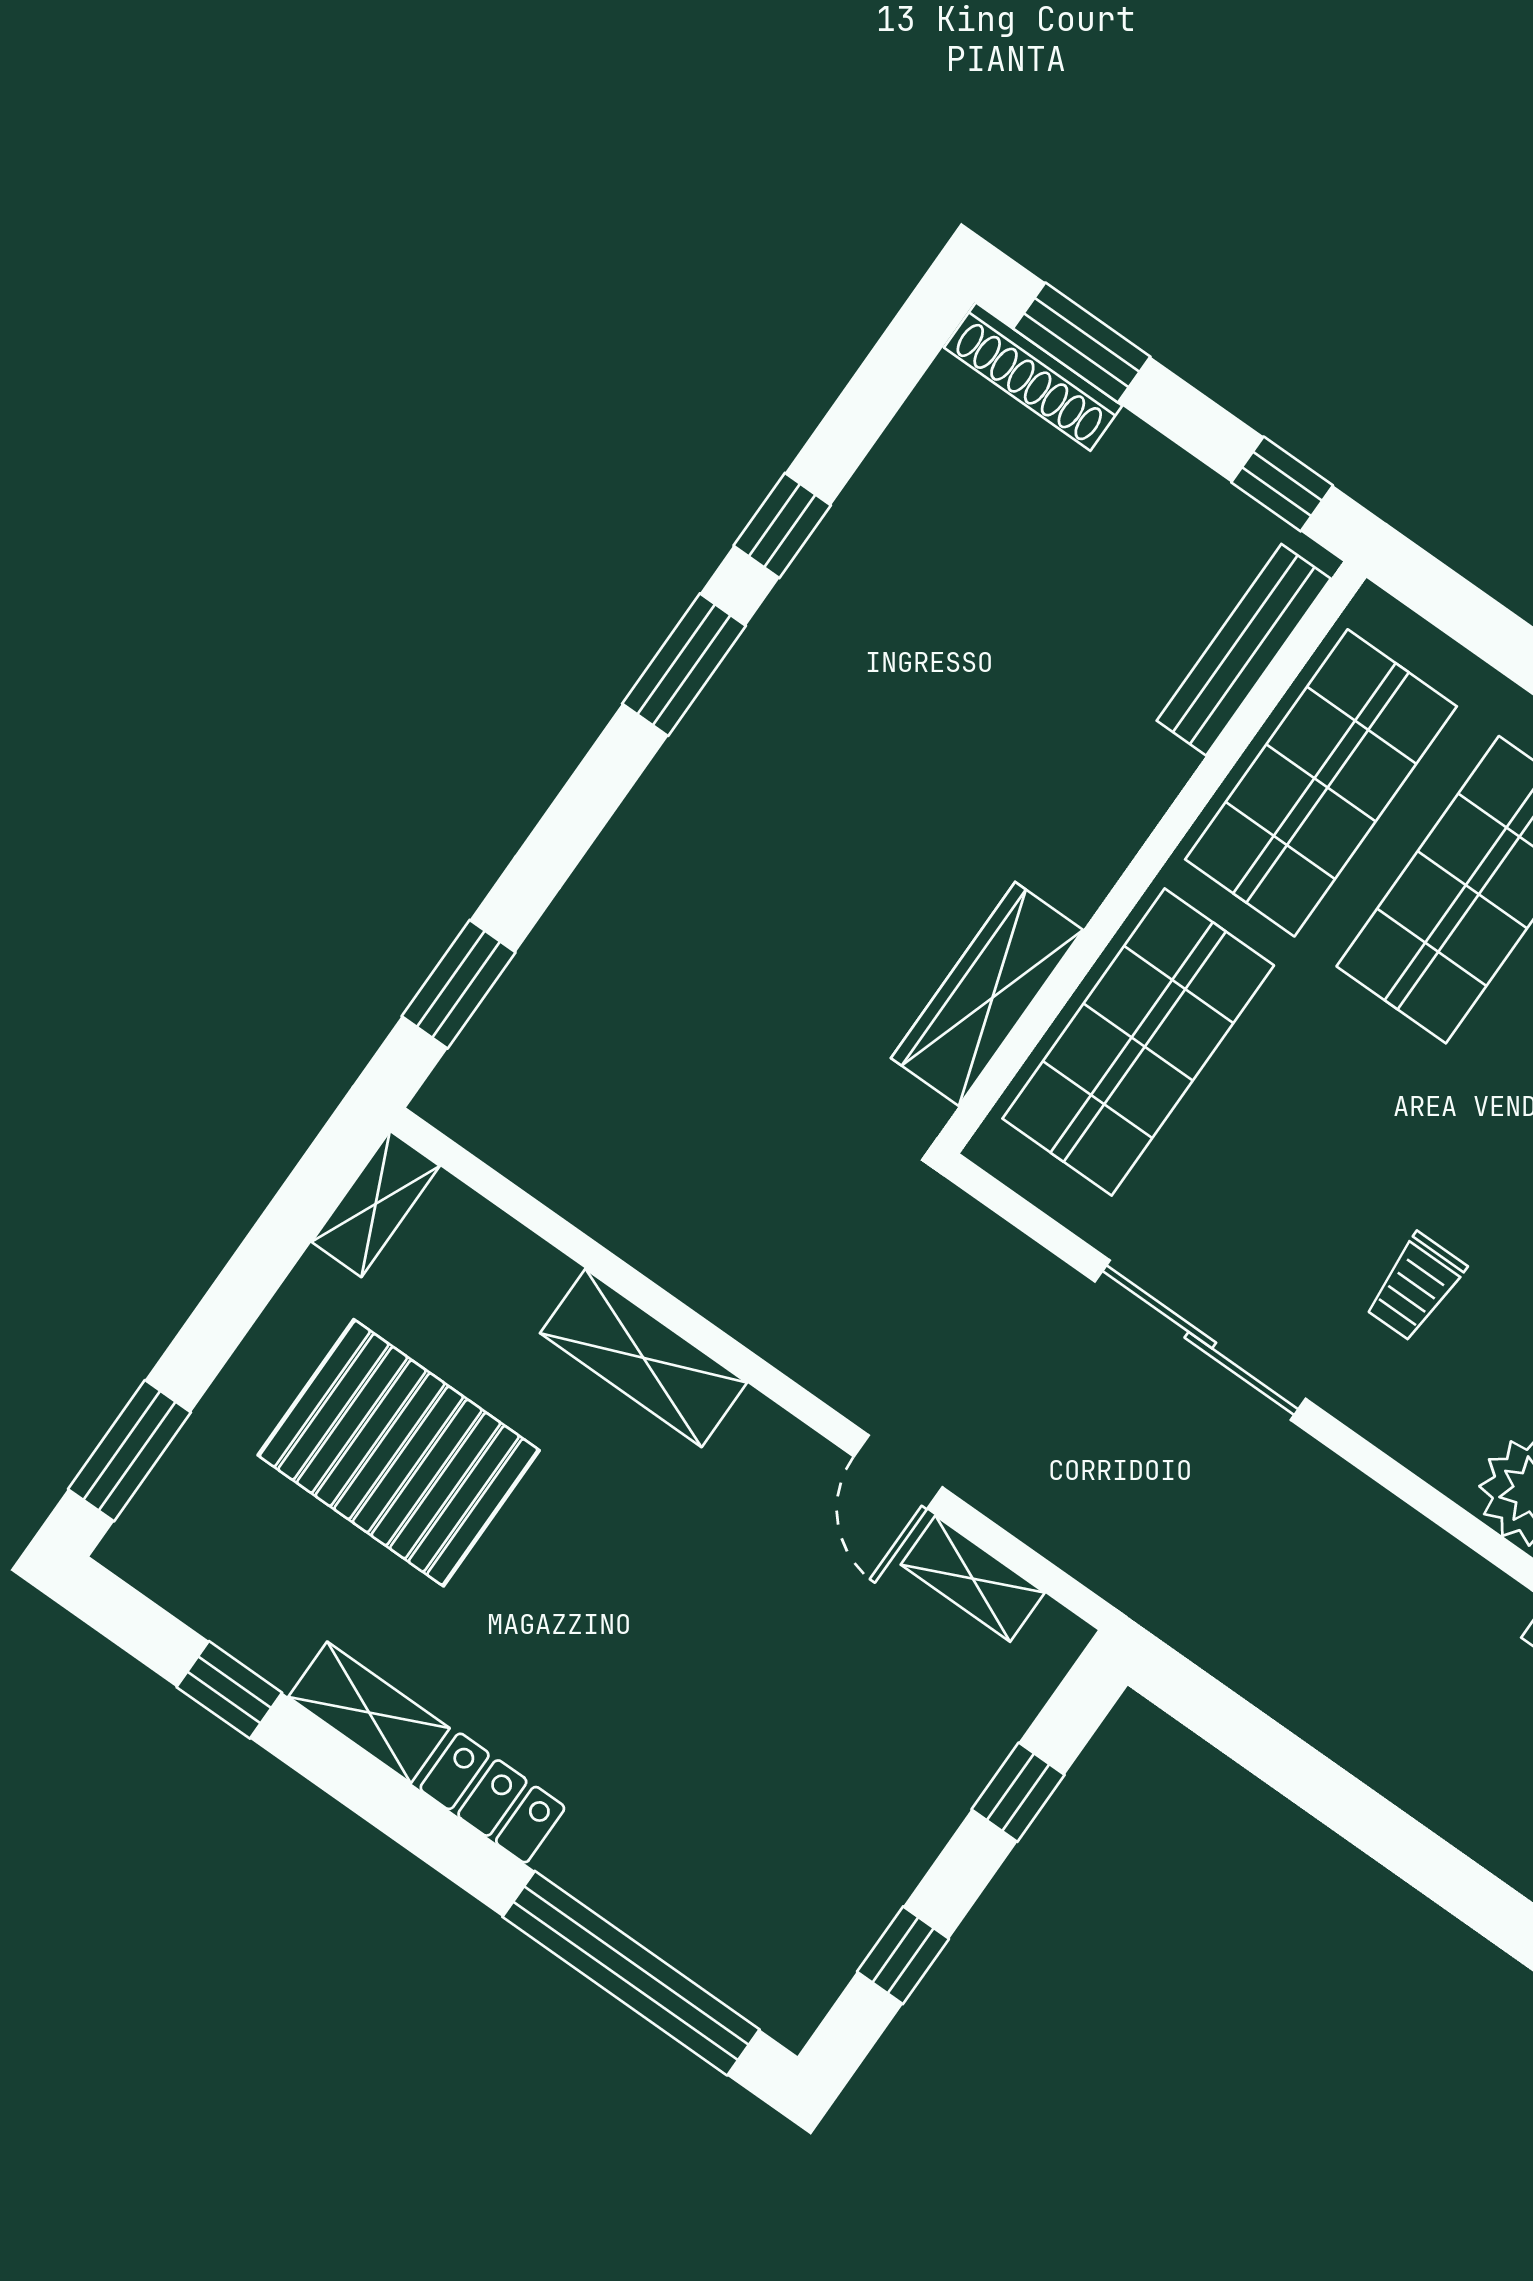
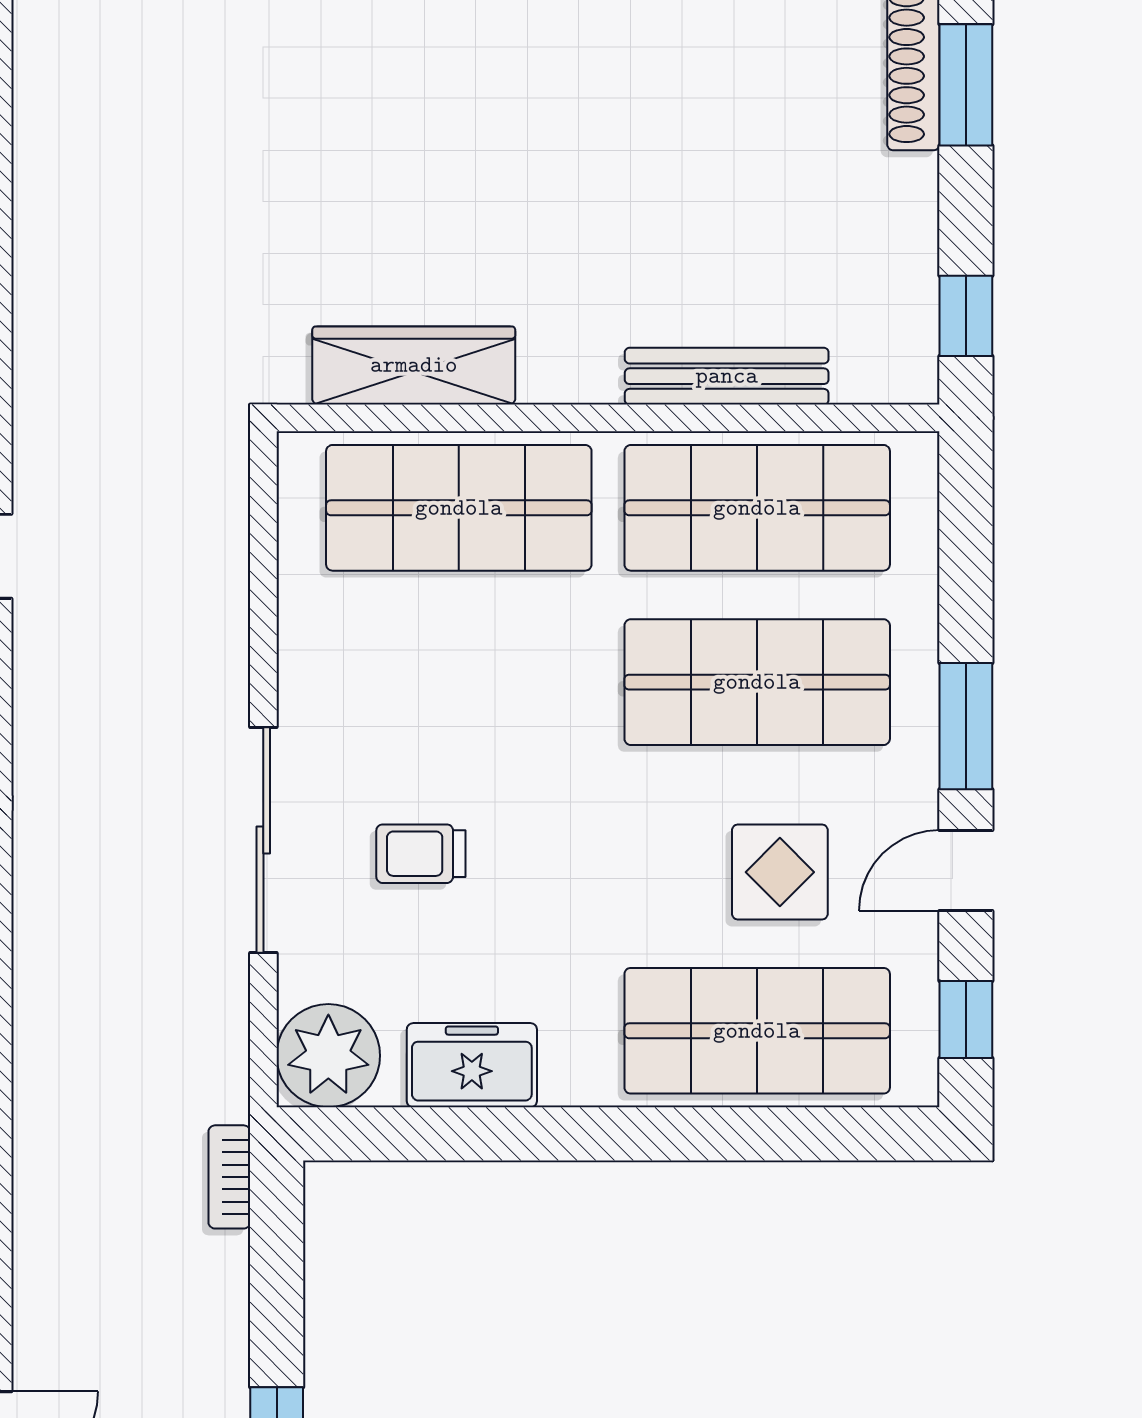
bench: (1244, 650) -> (727, 376), moved
sliding door: (1200, 1340) -> (263, 840), moved

